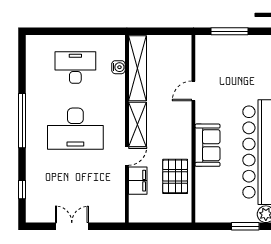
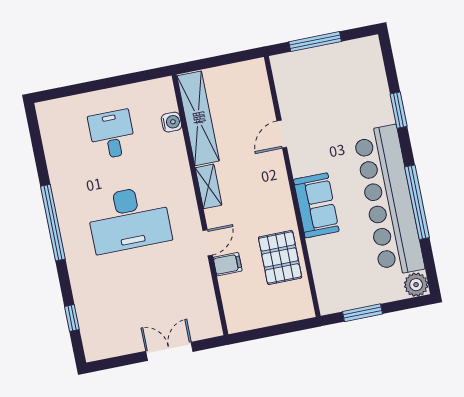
desk: (75, 68) -> (112, 134), width x0.73
shelving: (137, 125) -> (209, 186), width x0.67, depth x0.75
filing cabinet: (138, 181) -> (228, 264), width x0.50
double door: (72, 226) -> (169, 351), moved
window: (245, 226) -> (363, 313), moved

